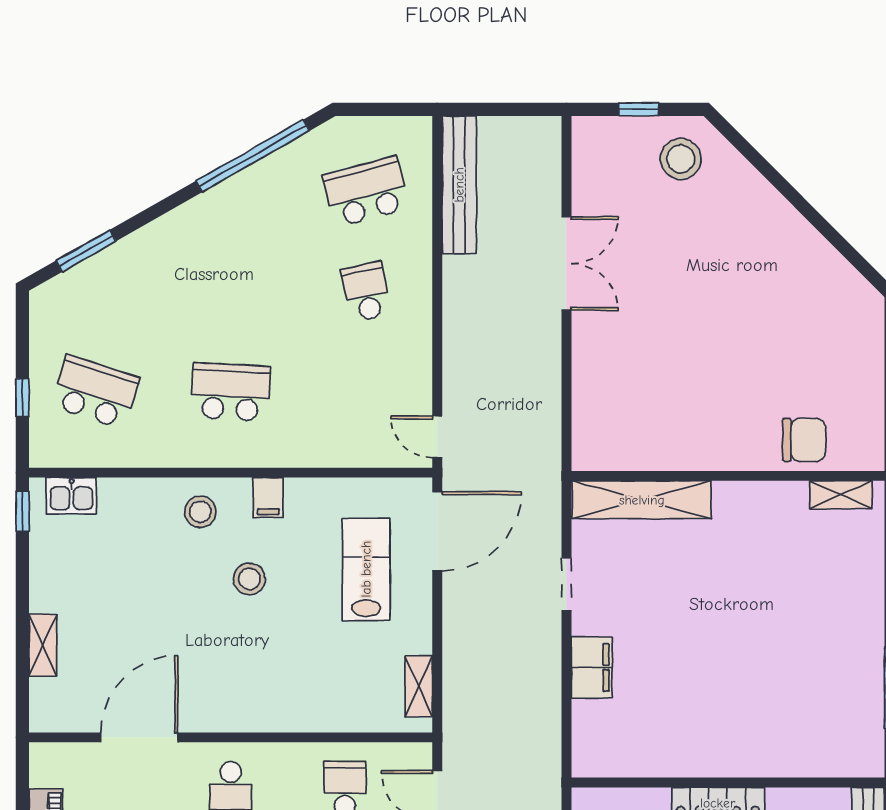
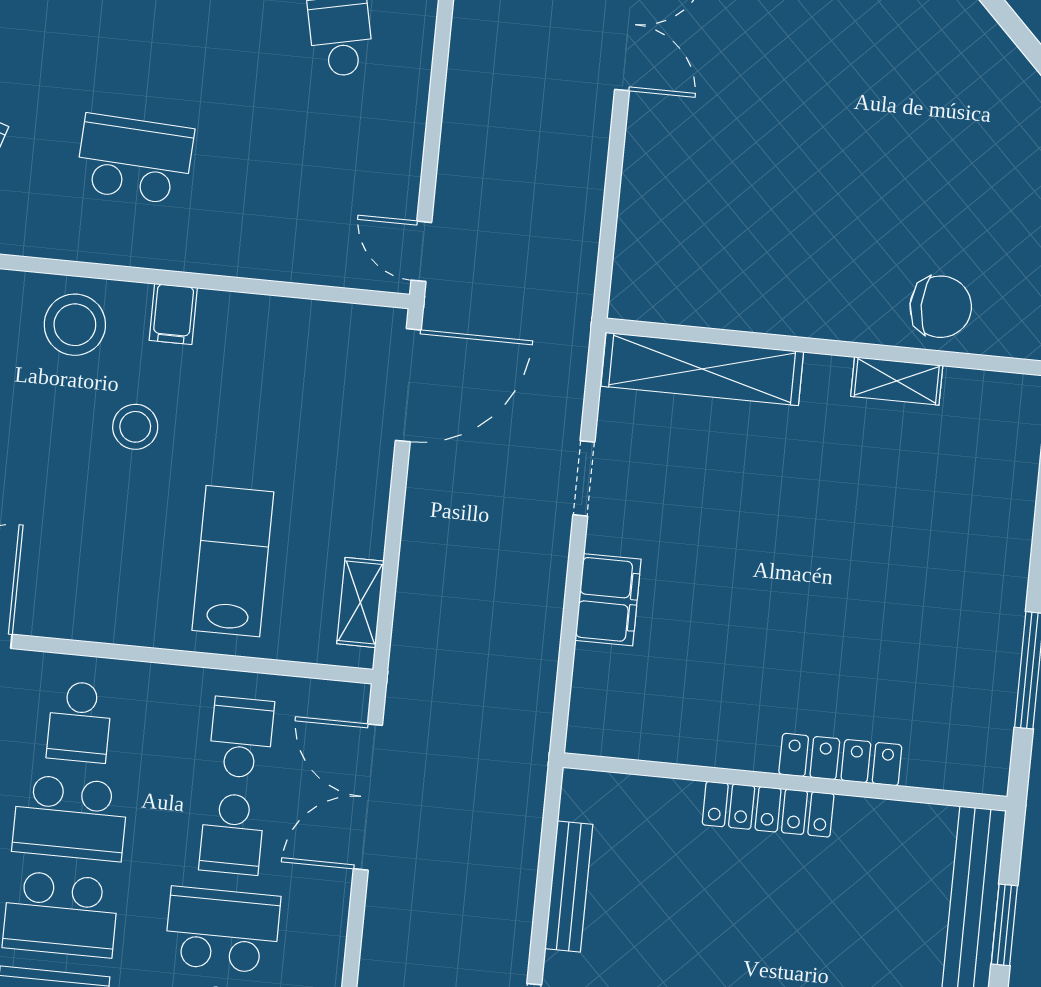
shelving: (841, 495) -> (897, 381), moved
stool: (200, 512) -> (75, 325), width x1.38, depth x1.38
lab bench: (366, 569) -> (233, 561), moved
locker: (765, 763) -> (840, 760), added

